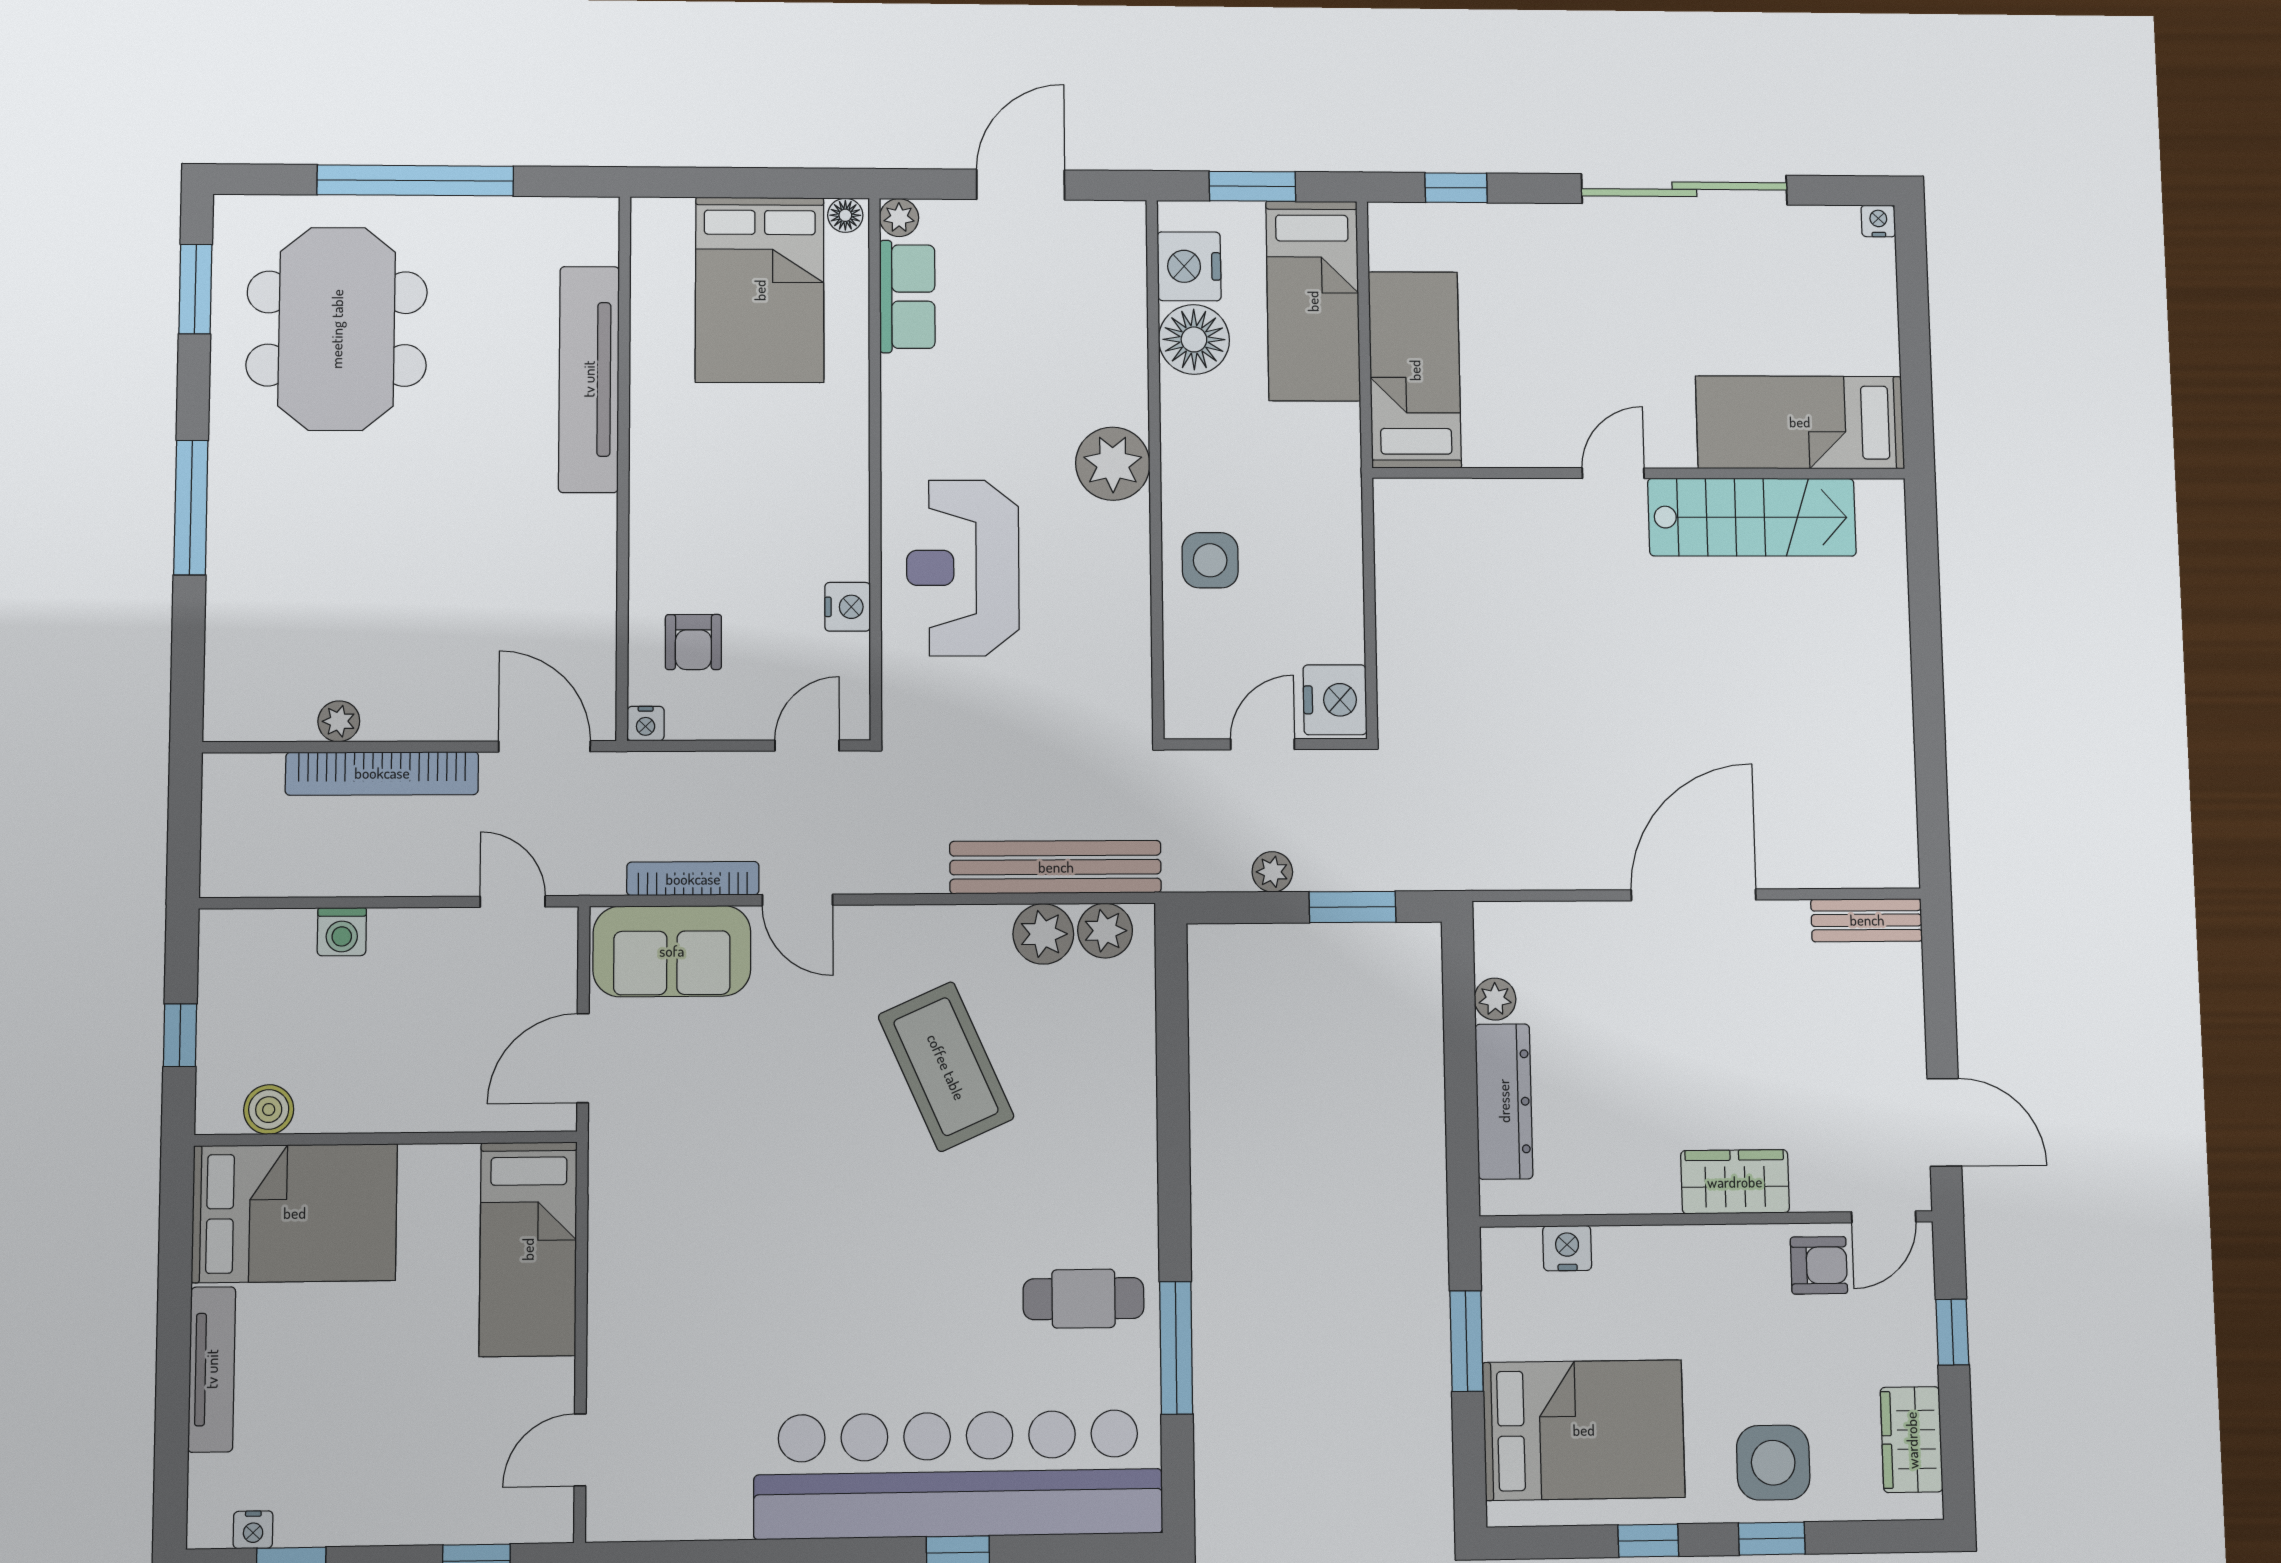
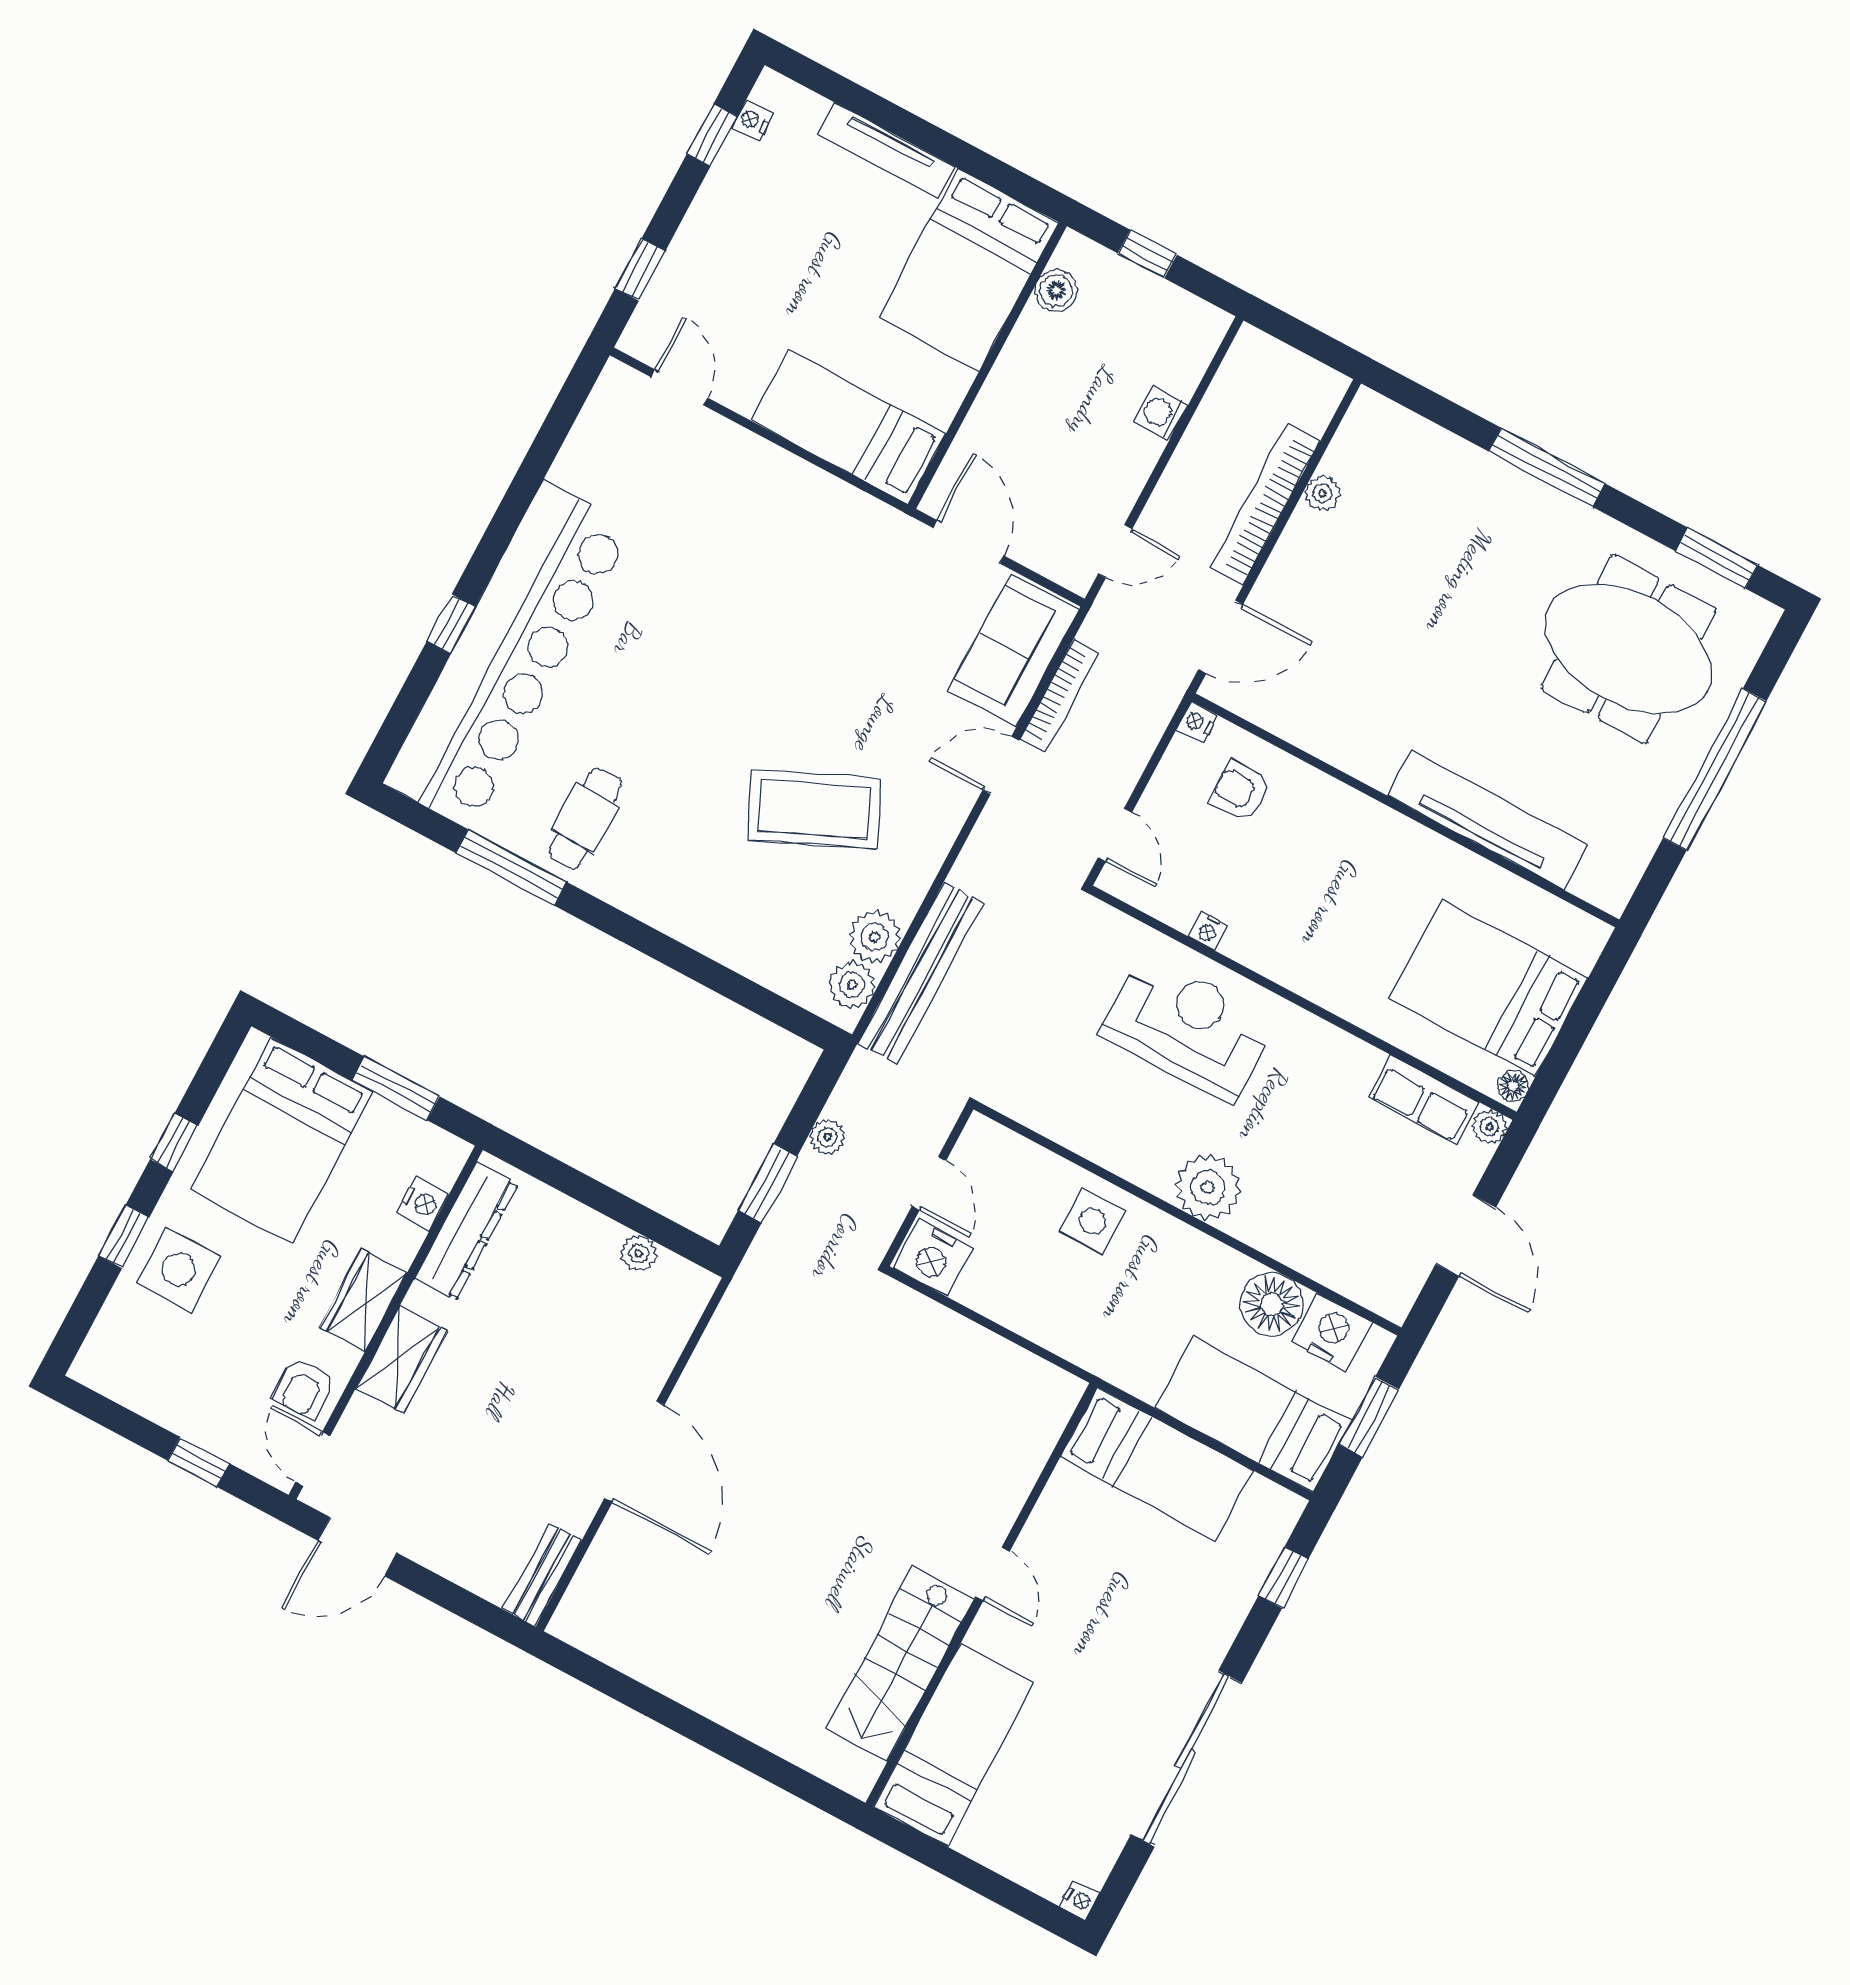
nightstand: (848, 607) -> (1208, 931), width x0.72, depth x0.74
dresser: (1504, 1101) -> (466, 1231), moved, turned -90
wardrobe: (1912, 1440) -> (363, 1300), moved, turned -90

